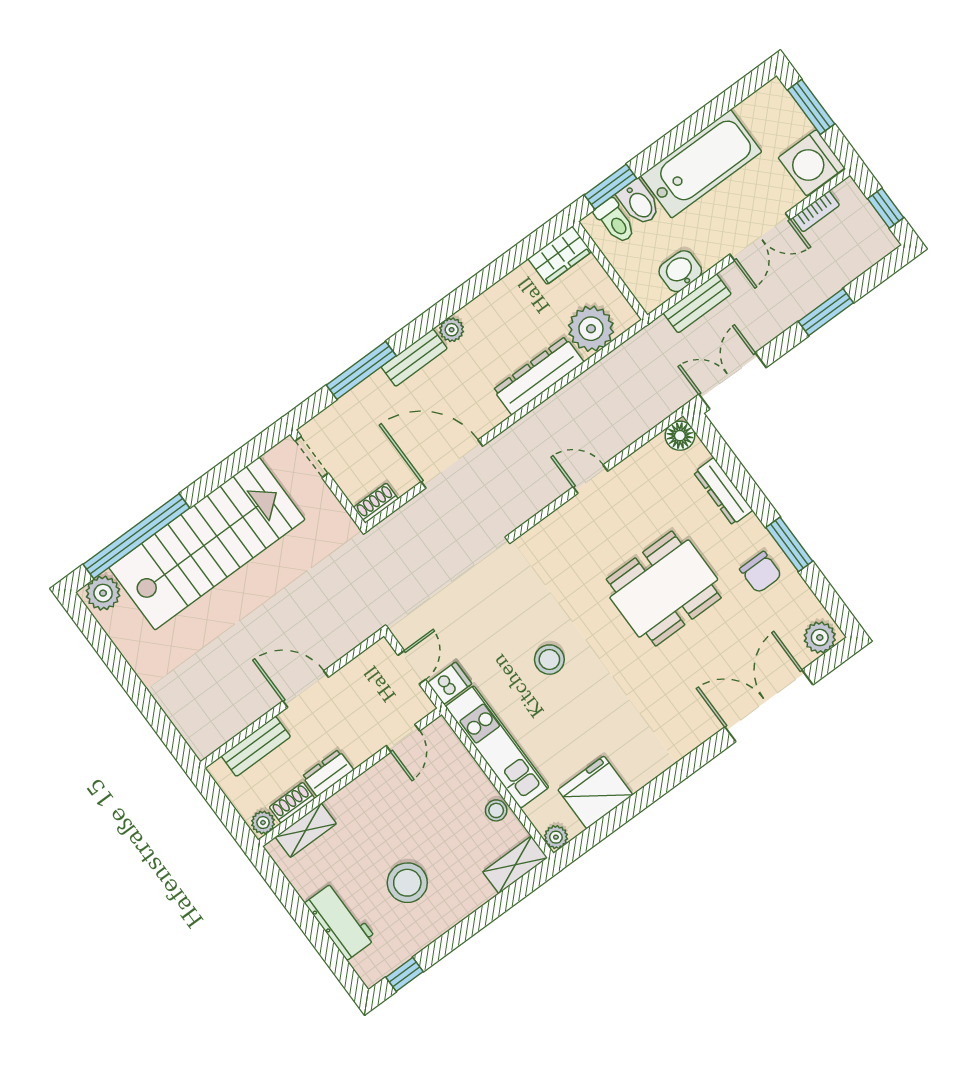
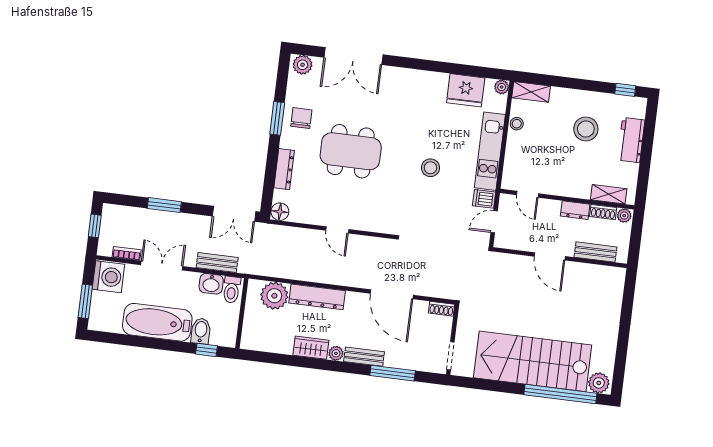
window: (611, 187) -> (207, 350), width x0.67
toilet: (615, 221) -> (232, 290), moved, turned 180
wardrobe: (560, 255) -> (311, 348), moved
door: (403, 738) -> (528, 194), swing flipped

